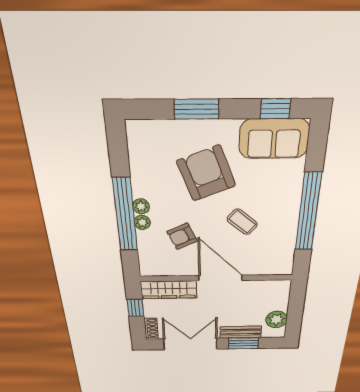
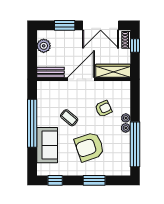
sofa: (274, 139) -> (47, 145), moved, turned 90
armchair: (206, 174) -> (89, 147), turned 92
window: (125, 215) -> (135, 144), moved
door: (220, 278) -> (81, 79), swing flipped
window: (135, 308) -> (135, 45), moved
bench: (241, 332) -> (50, 72), moved

